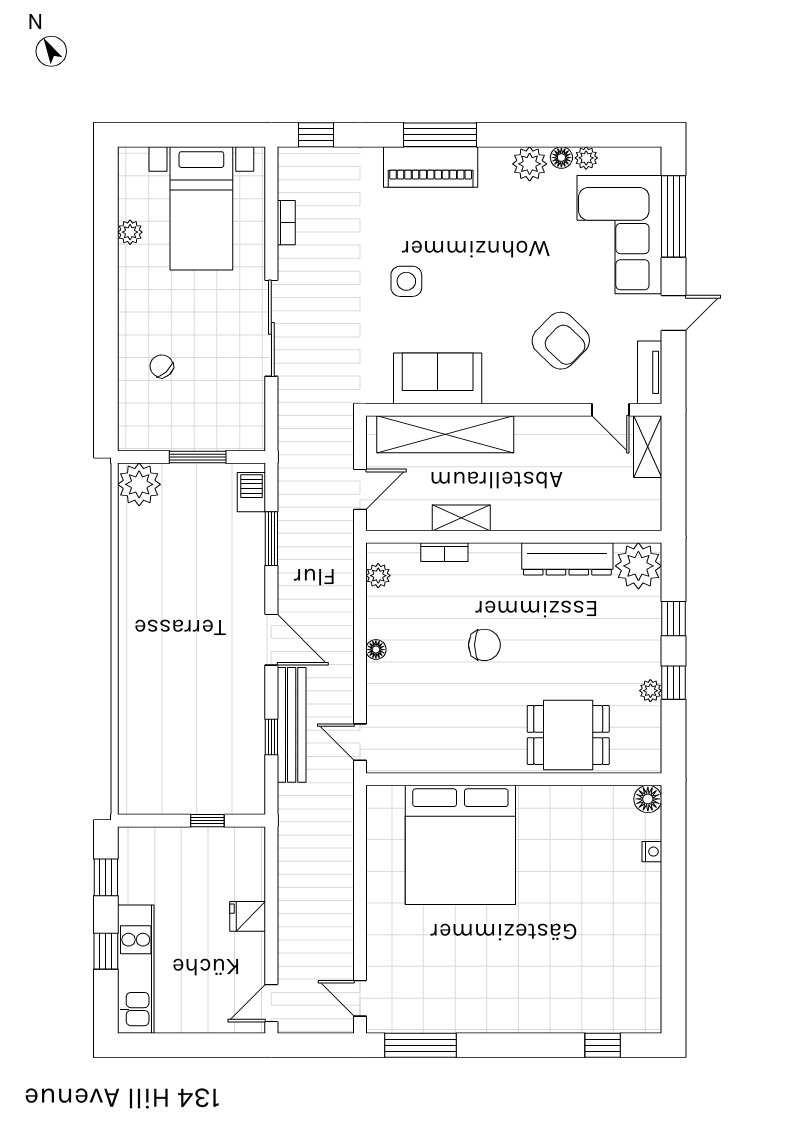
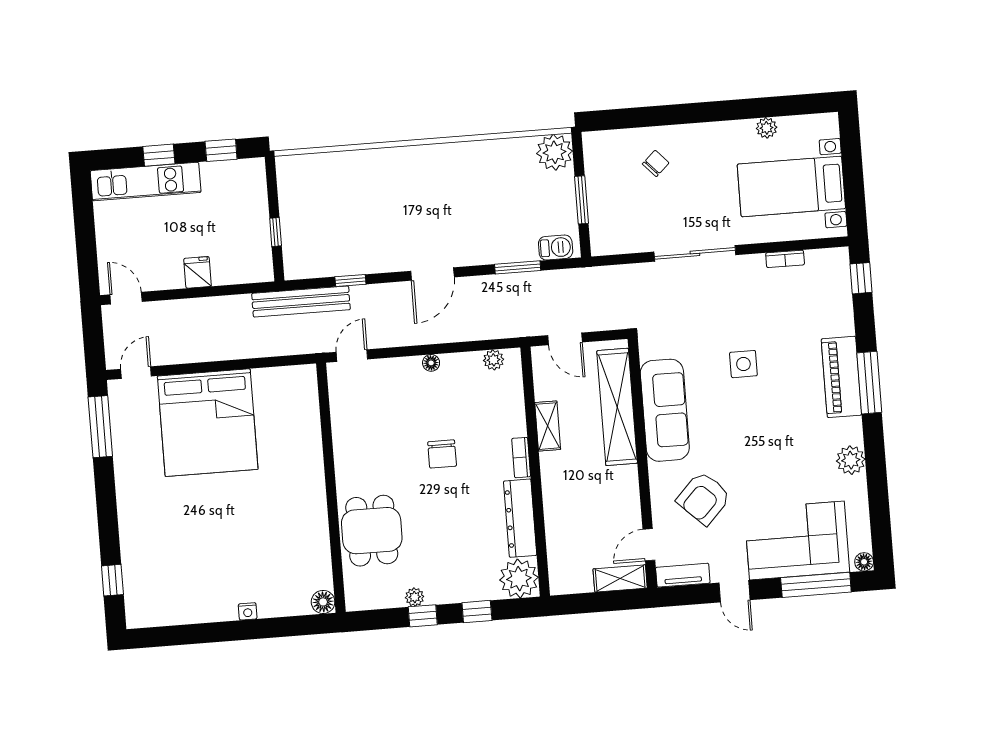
floor lamp: (561, 158) -> (864, 562), moved
plant: (586, 158) -> (859, 507), removed
sofa: (438, 378) -> (665, 410), width x1.36
bookcase: (444, 552) -> (521, 458), moved
bench: (292, 725) -> (301, 302), moved
bed: (460, 845) -> (208, 423), moved, turned -90
nightstand: (652, 852) -> (248, 611), moved

